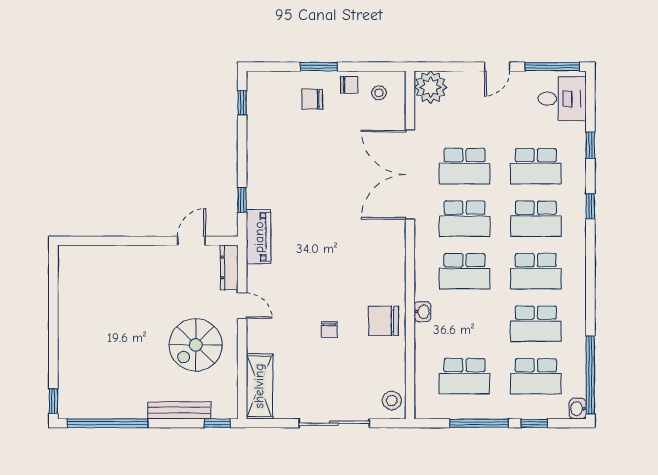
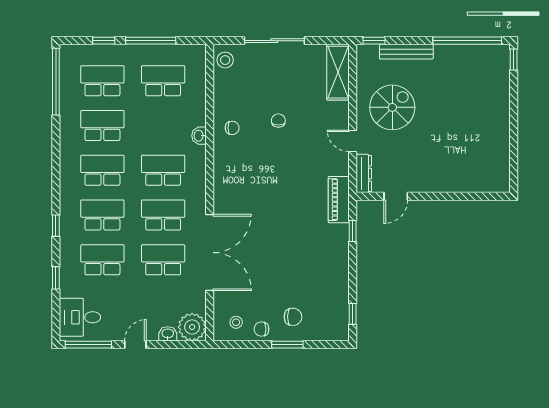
chair: (384, 321) -> (232, 128), width x0.54, depth x0.54
washbasin: (578, 409) -> (168, 334), moved, turned -90

